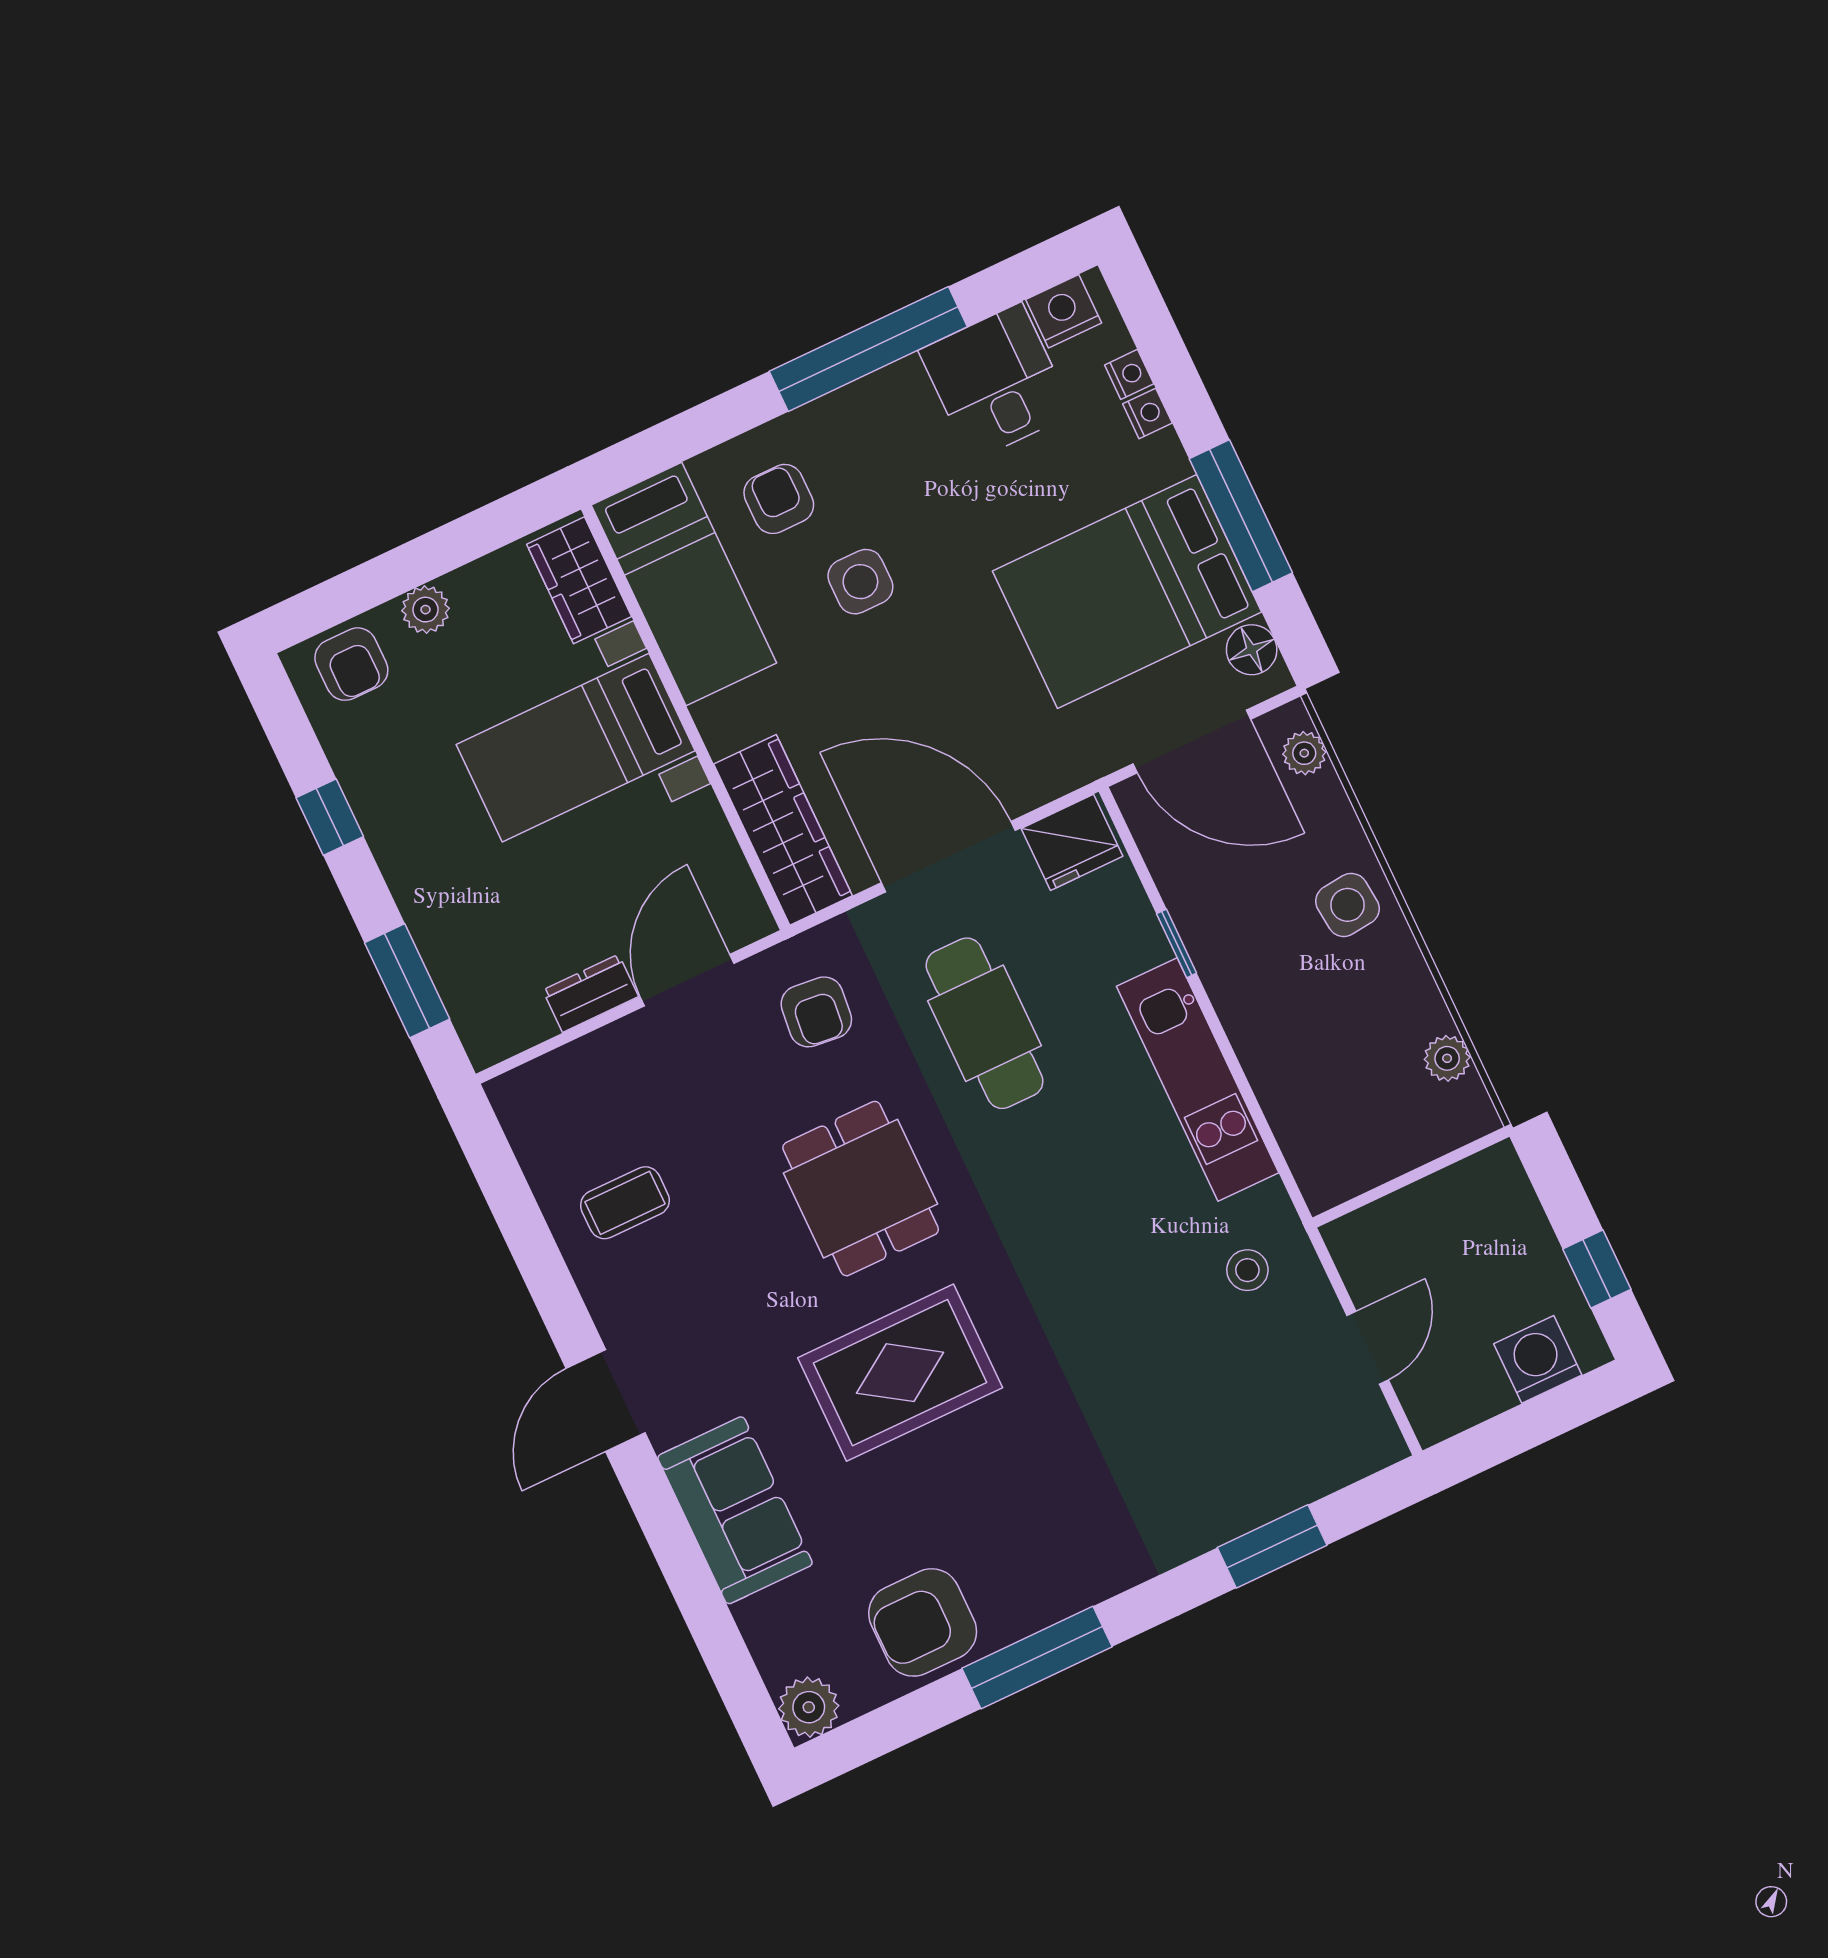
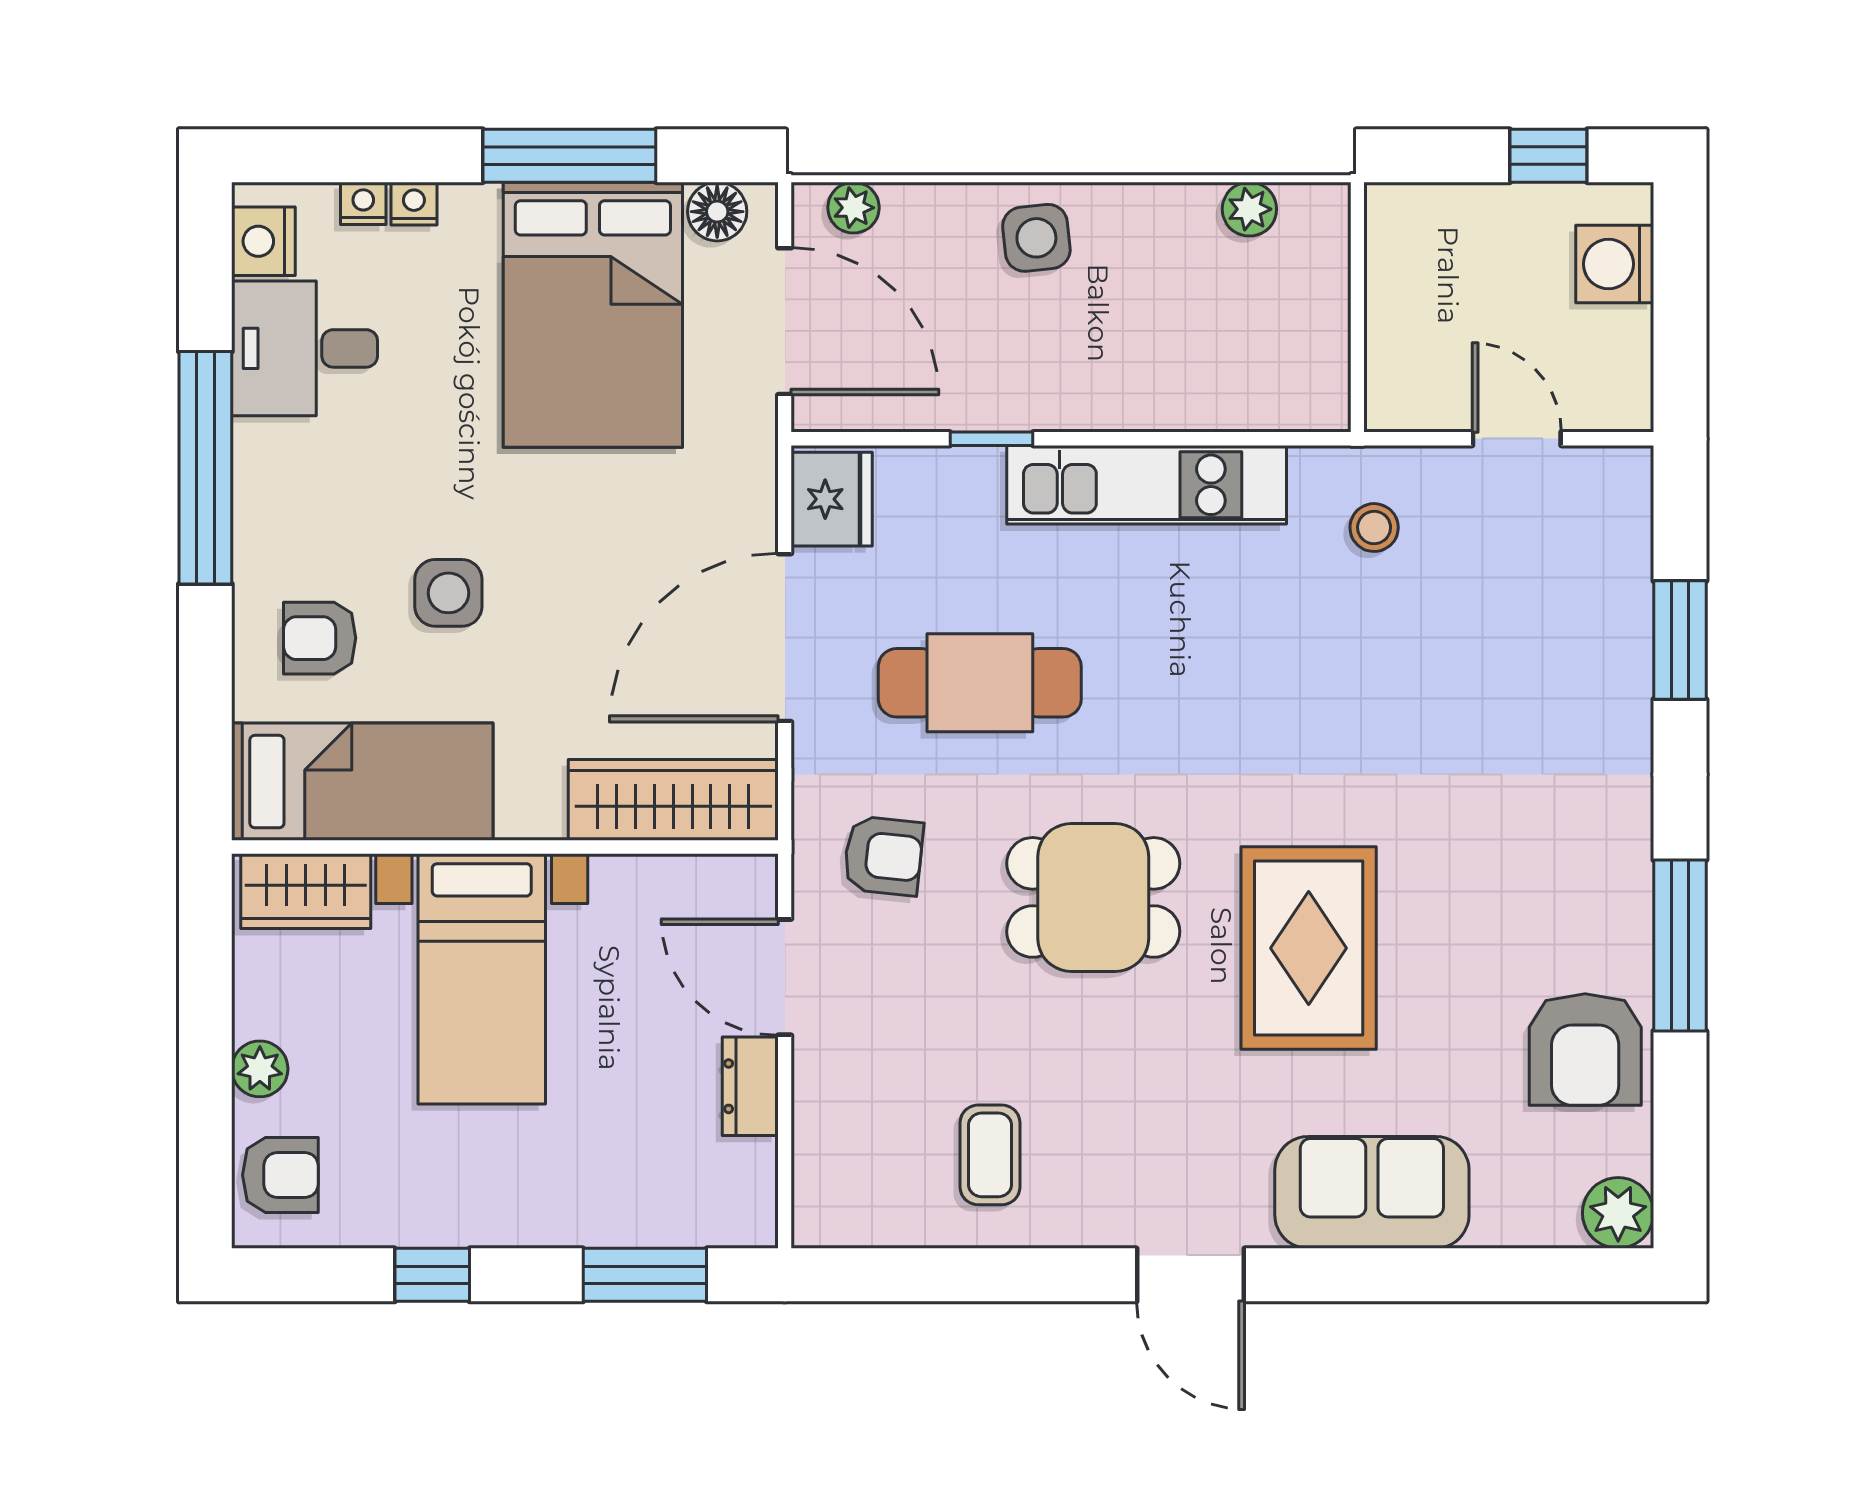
door: (1192, 742) -> (785, 321), hinge flipped

